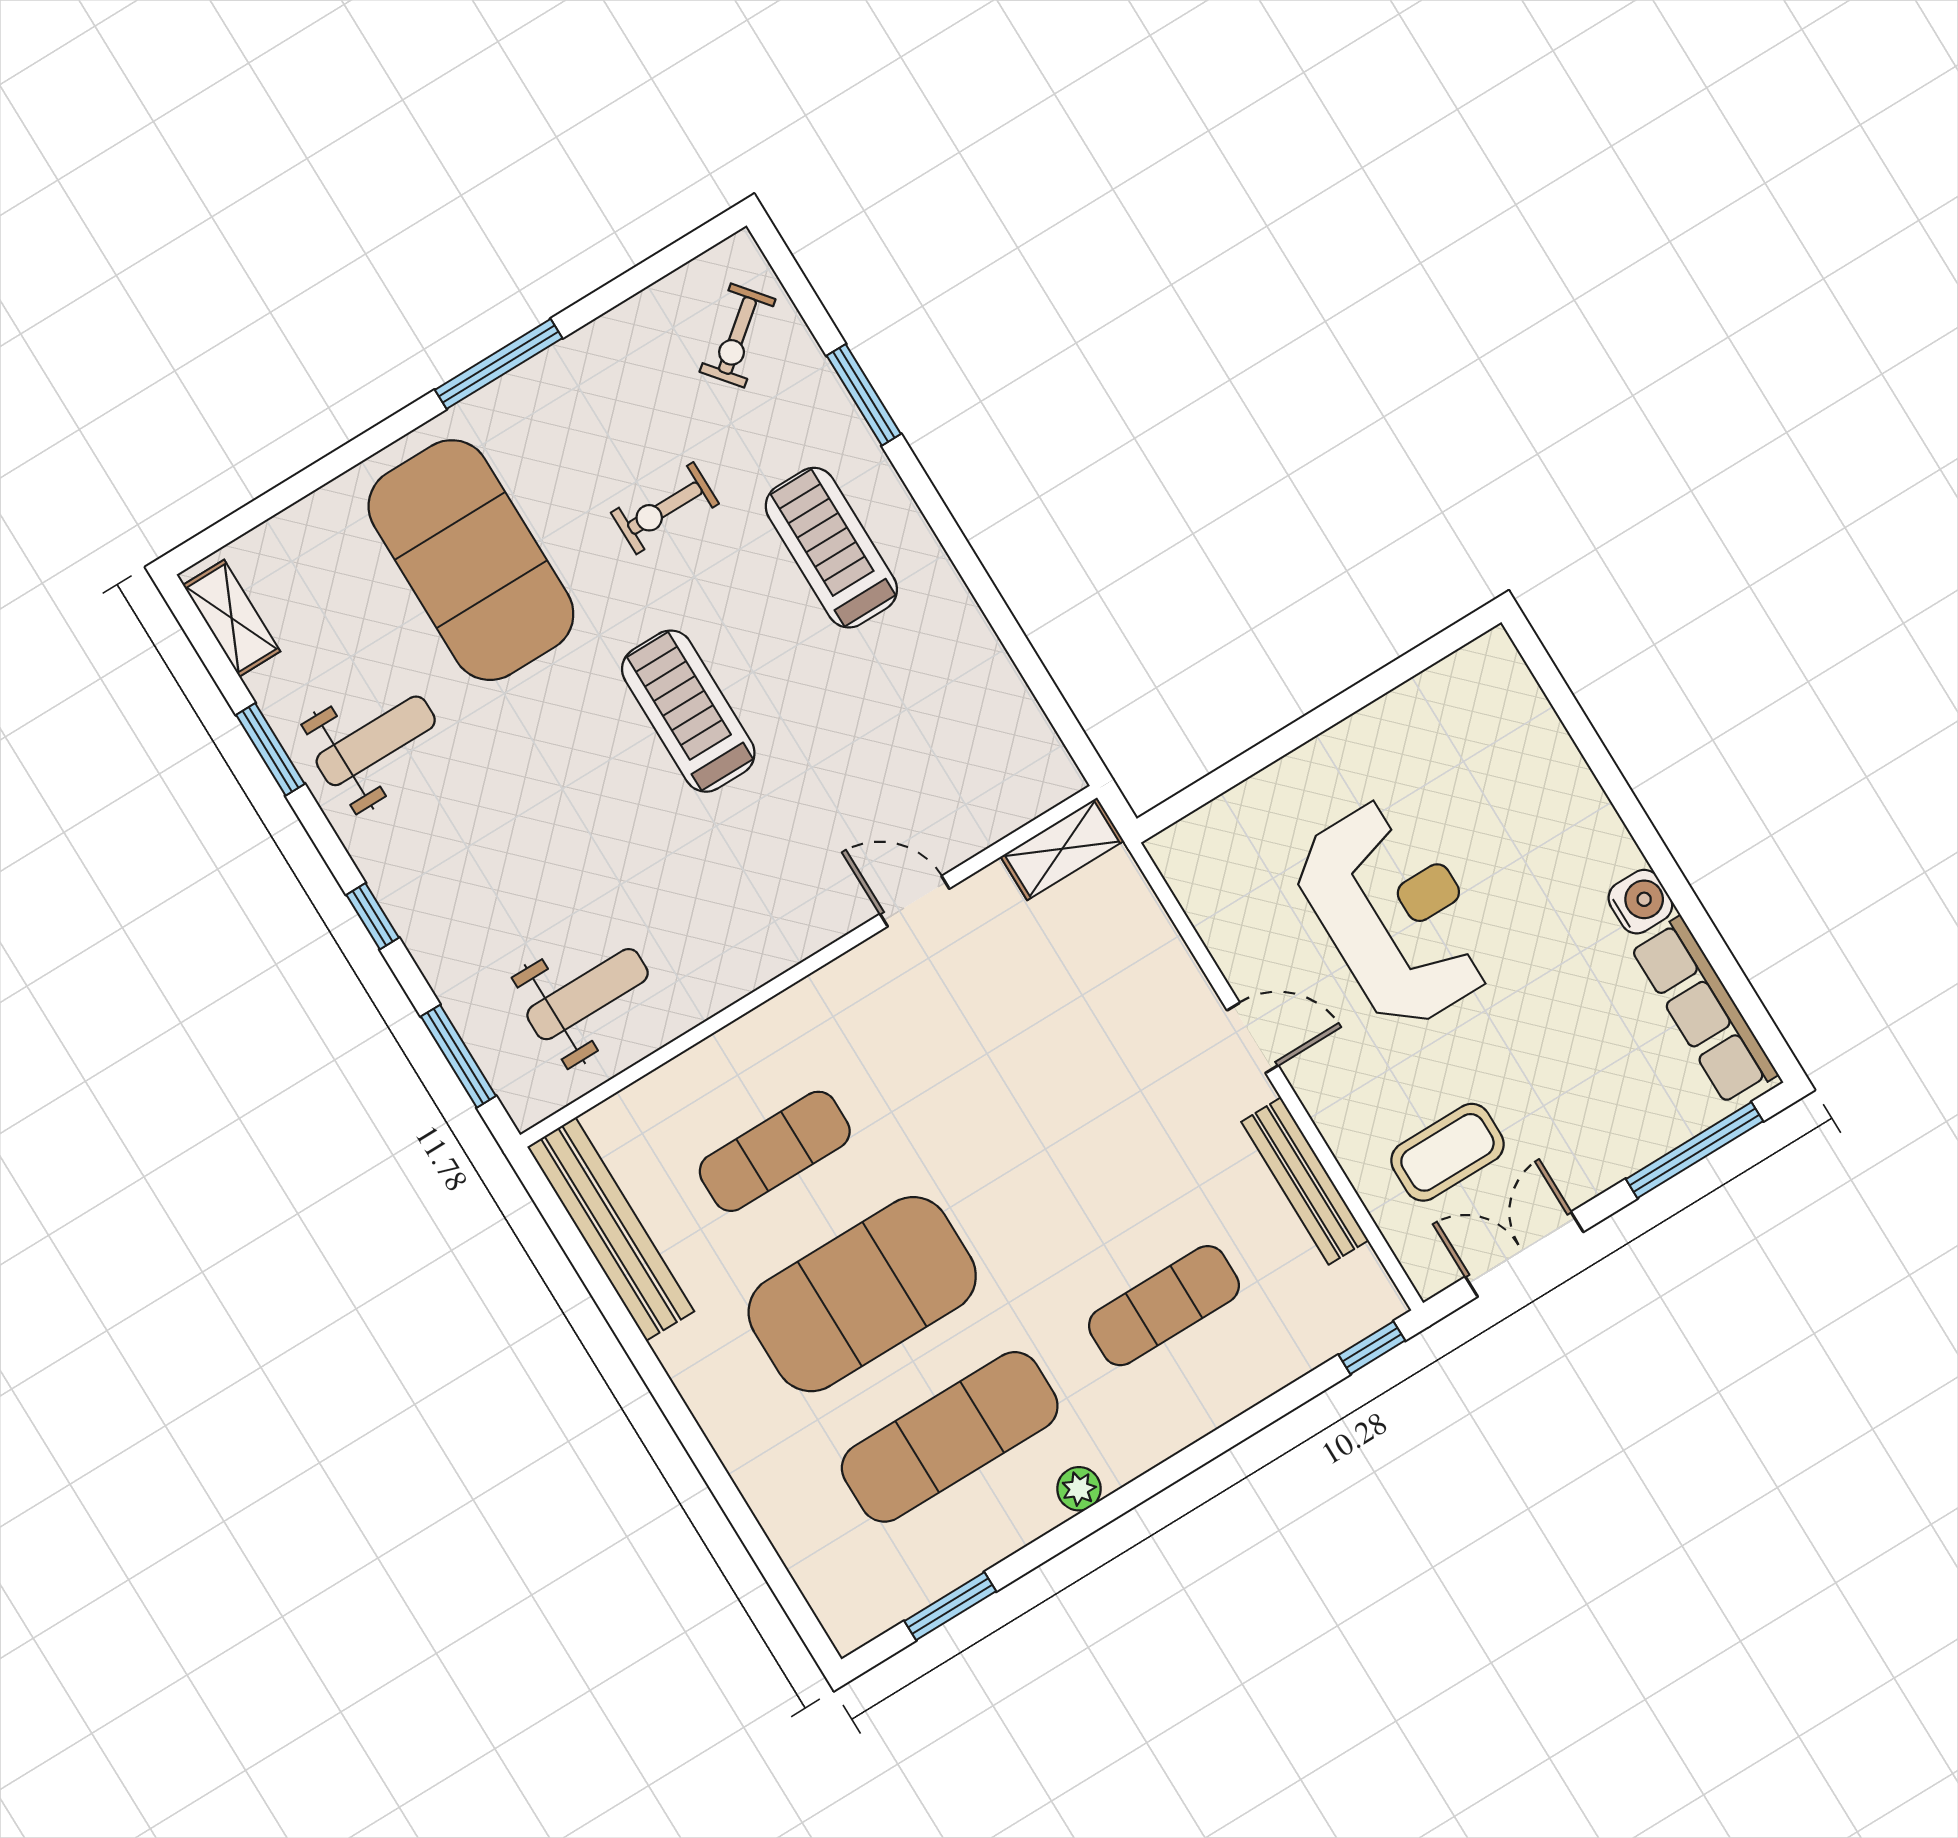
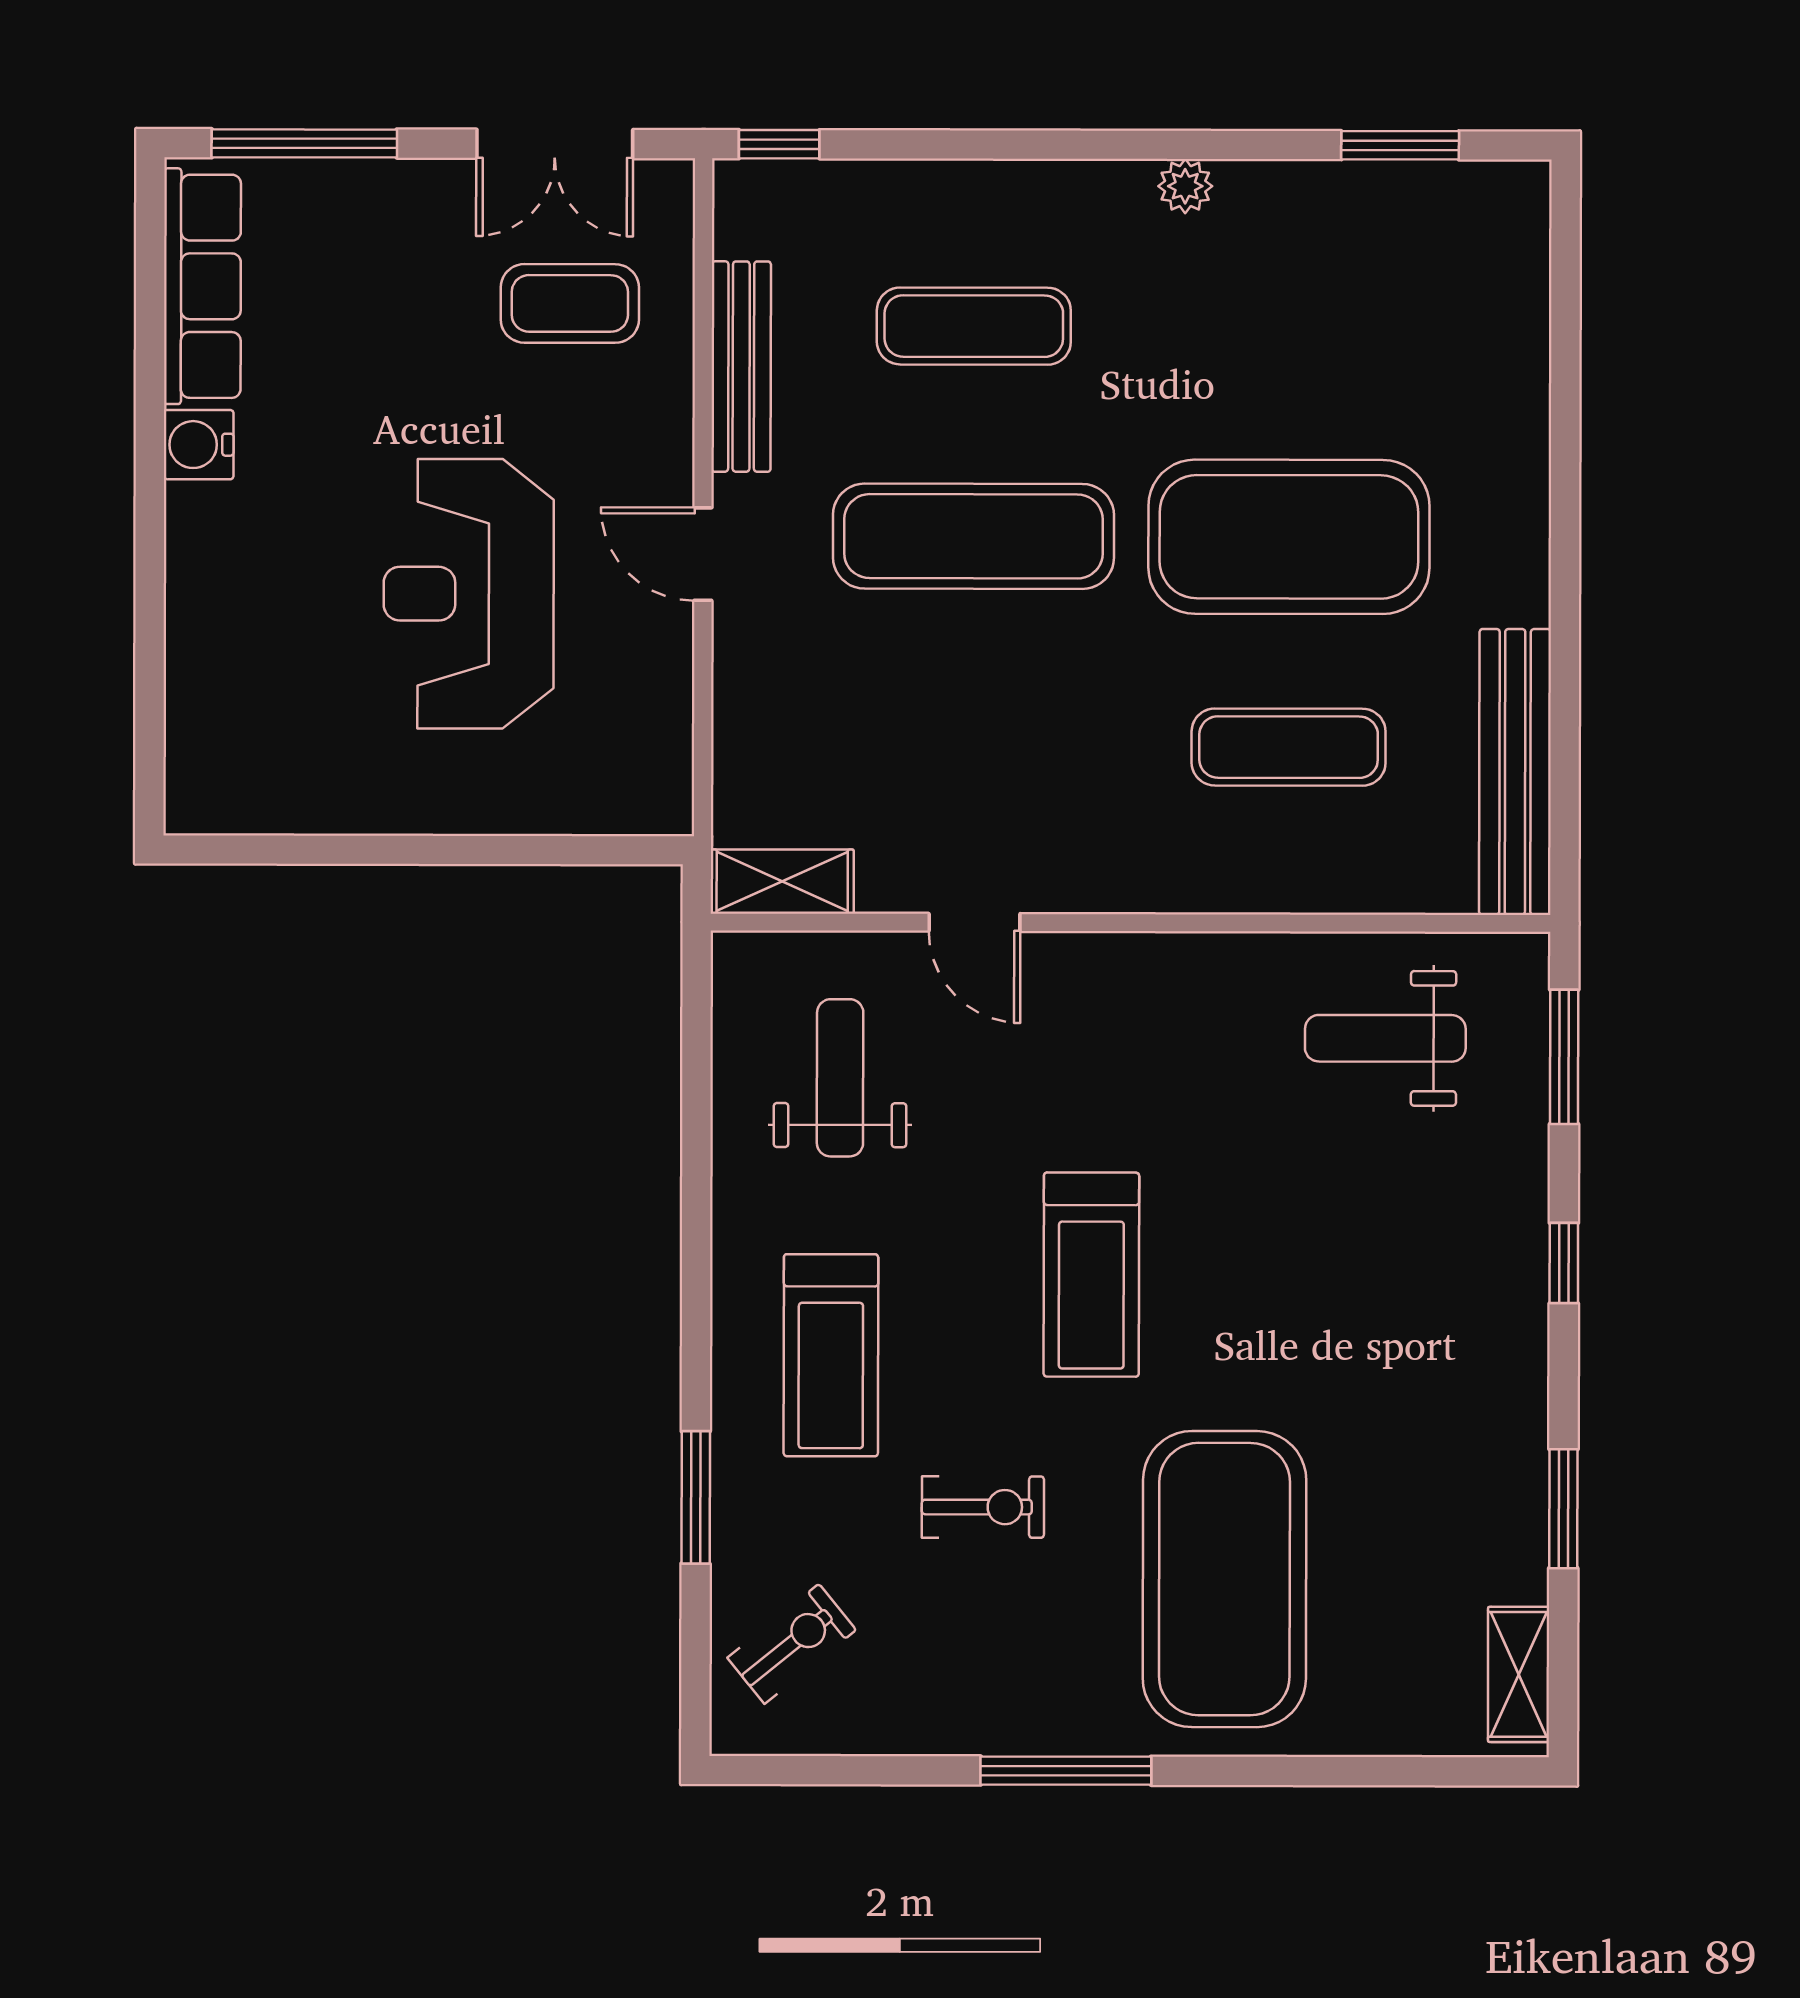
weight bench: (376, 741) -> (840, 1078), moved, turned 90
exercise mat: (950, 1437) -> (973, 536), moved

